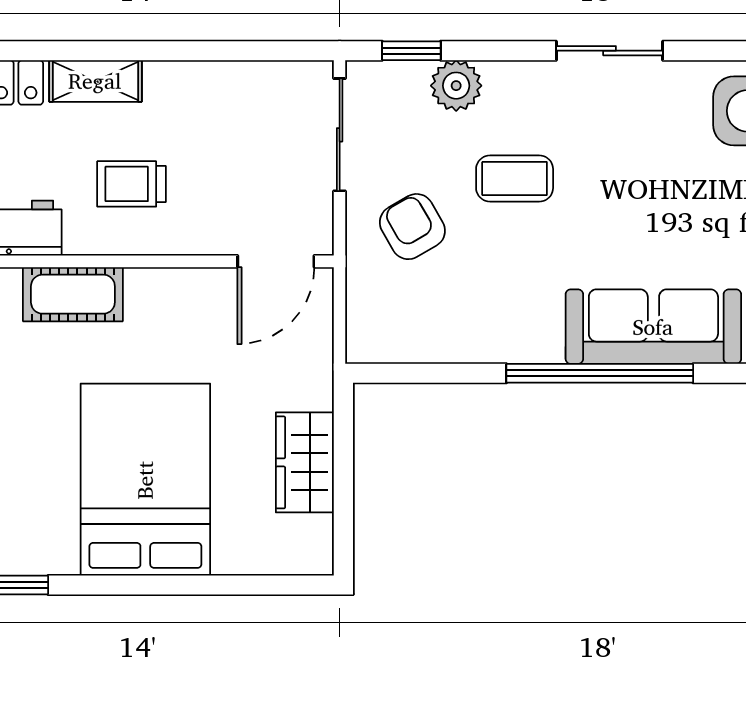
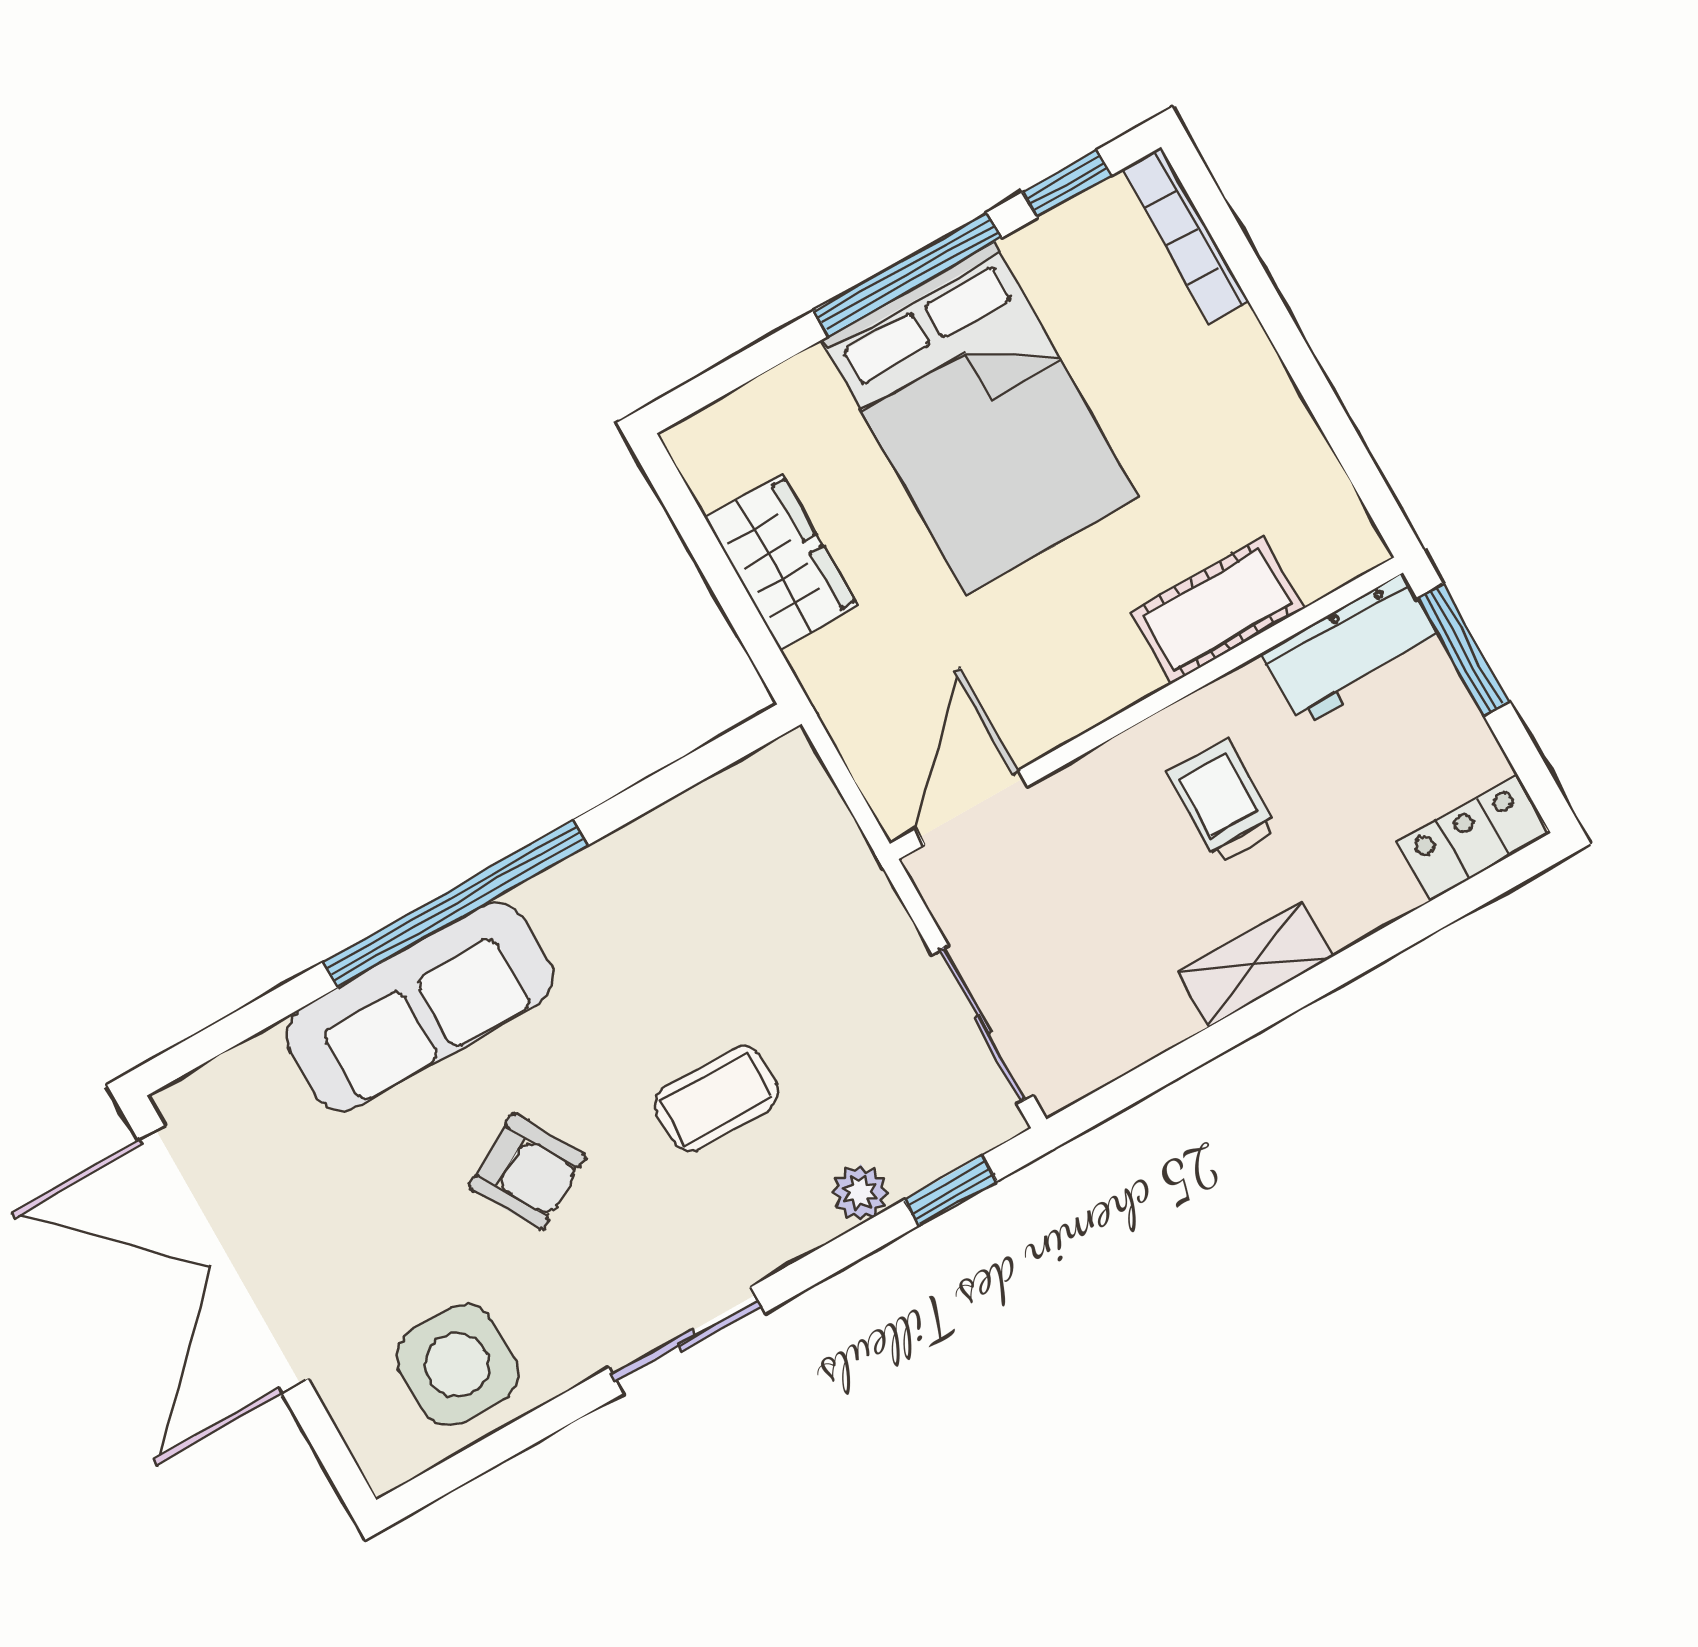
shelving: (95, 81) -> (1255, 964), moved
plant: (456, 86) -> (860, 1193), width x0.73, depth x0.73
trolley: (131, 184) -> (1222, 802), turned -90
armchair: (412, 227) -> (527, 1172), moved
window: (140, 585) -> (907, 274), added

